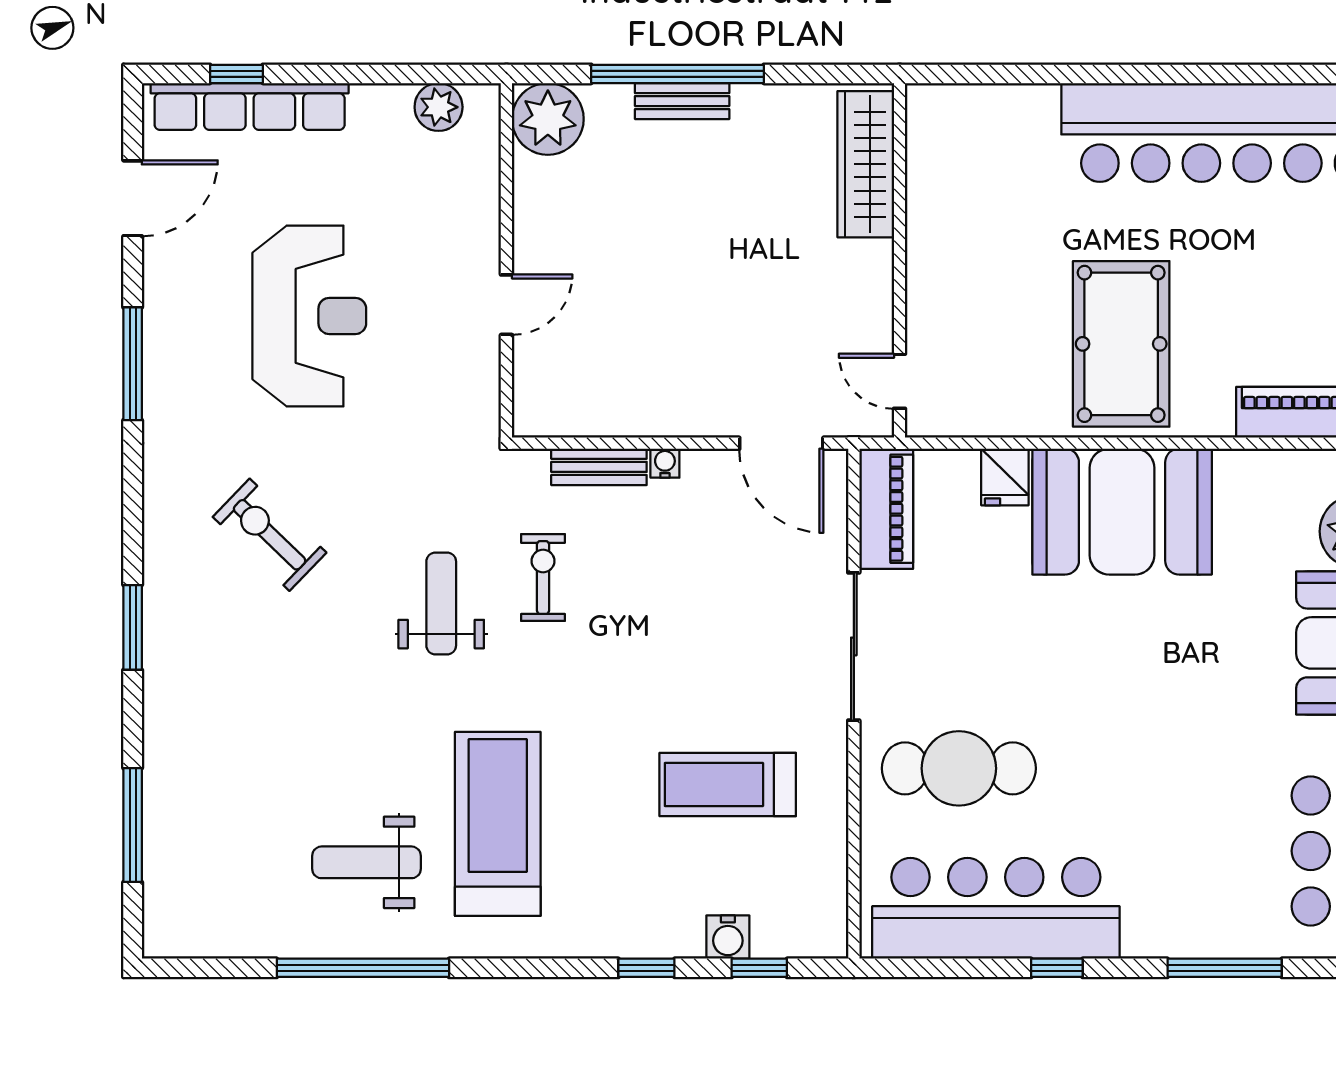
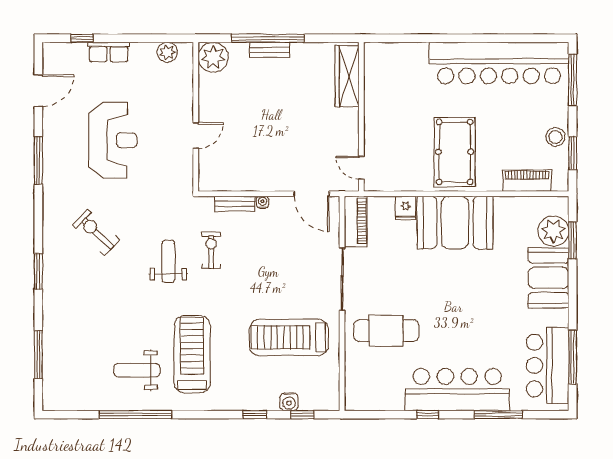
row of seats: (250, 106) -> (109, 52), width x0.50
treadmill: (728, 784) -> (289, 337), width x1.37, depth x1.38
bar counter: (996, 908) -> (457, 390), moved

